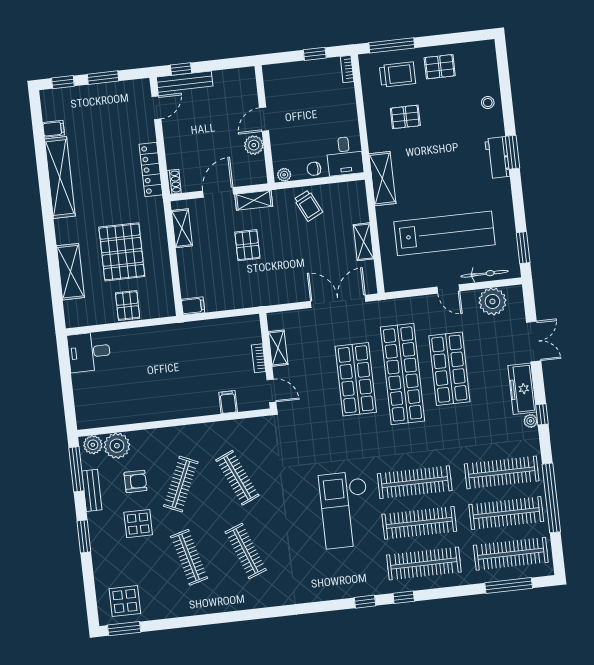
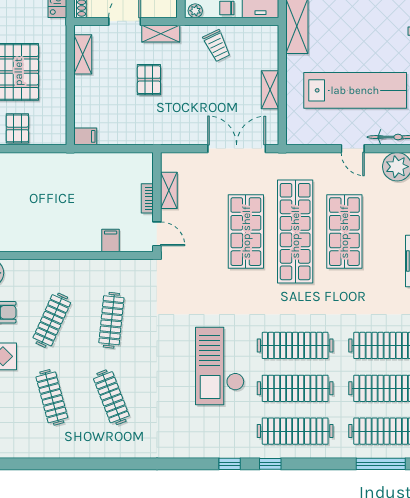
clothes rail: (237, 478) -> (111, 320), turned 30

